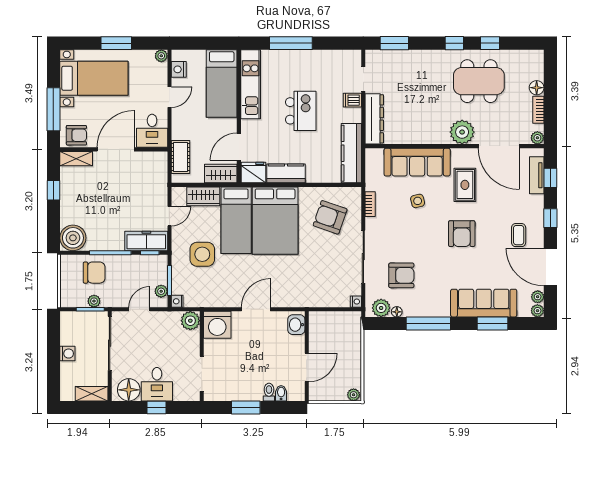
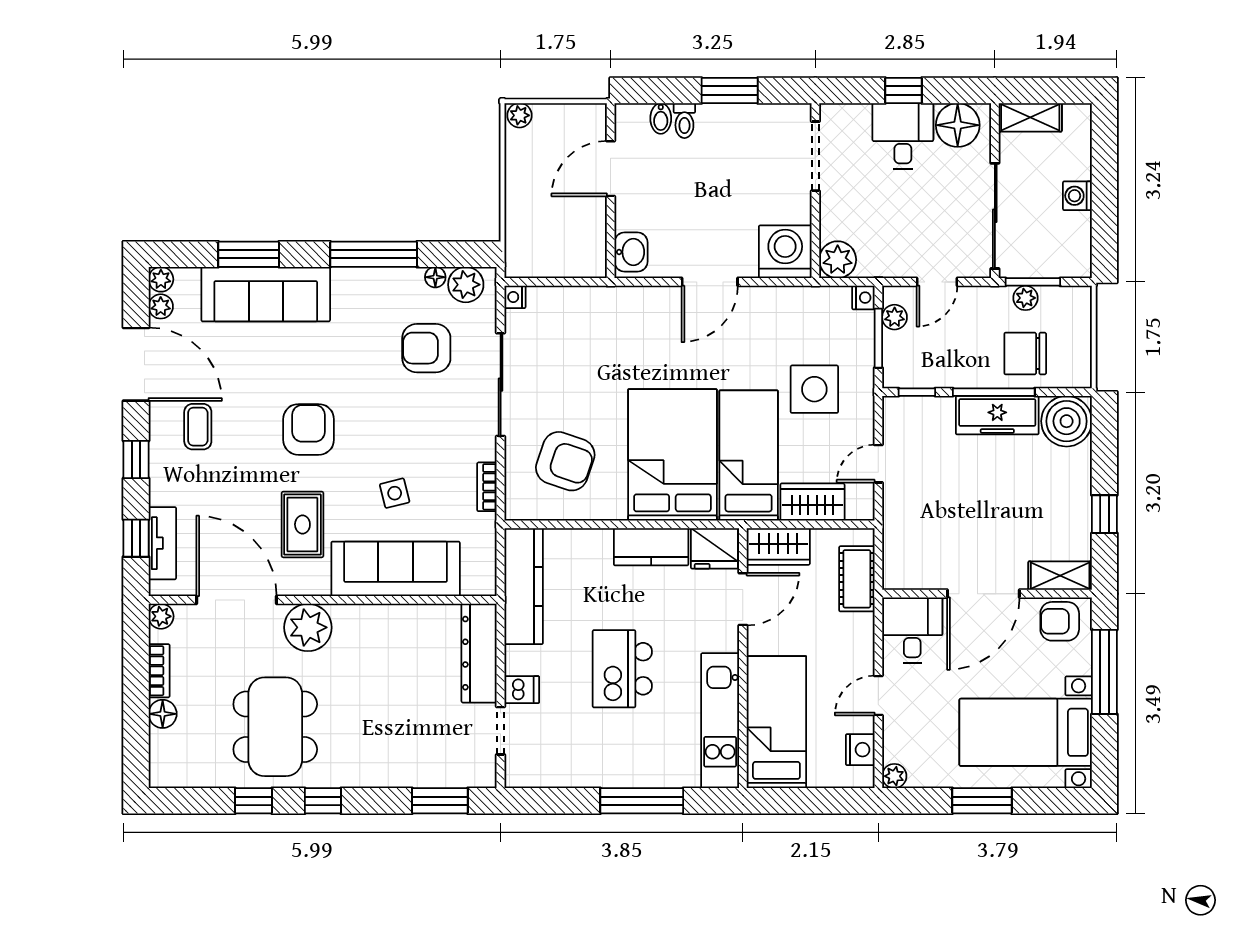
dining table: (479, 81) -> (275, 727), turned 90
freezer: (146, 241) -> (997, 415), moved

